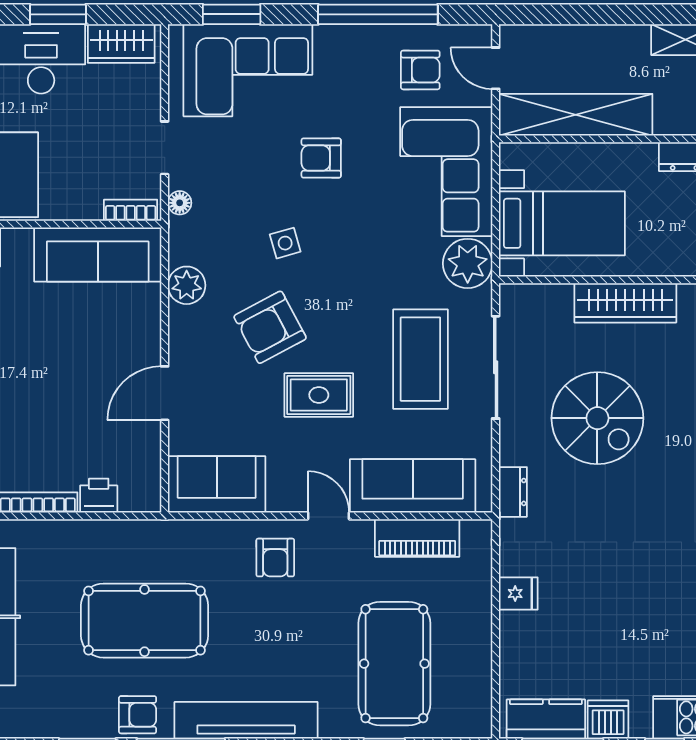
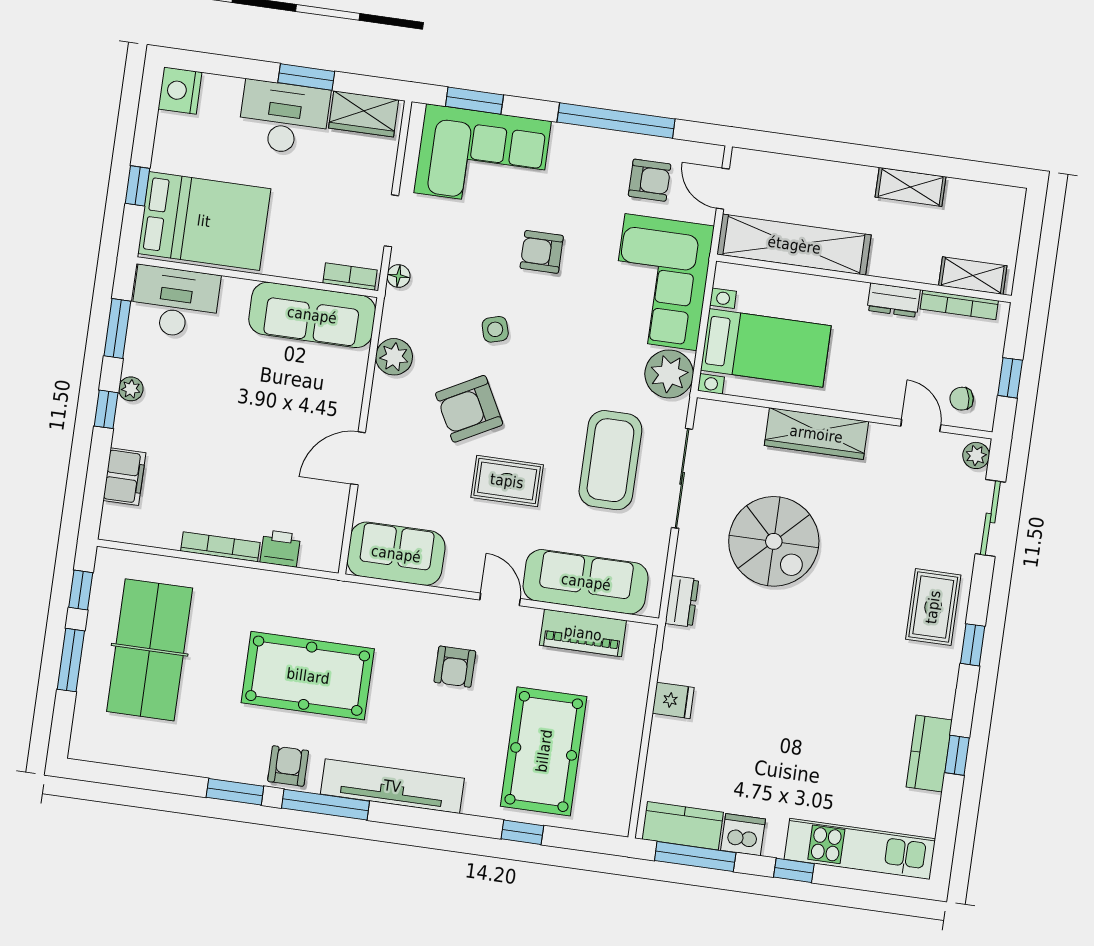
armchair: (275, 558) -> (455, 667), moved
armchair: (138, 715) -> (288, 766), turned -90

